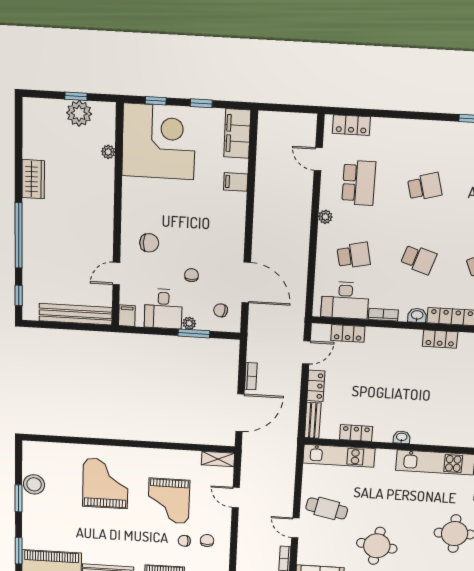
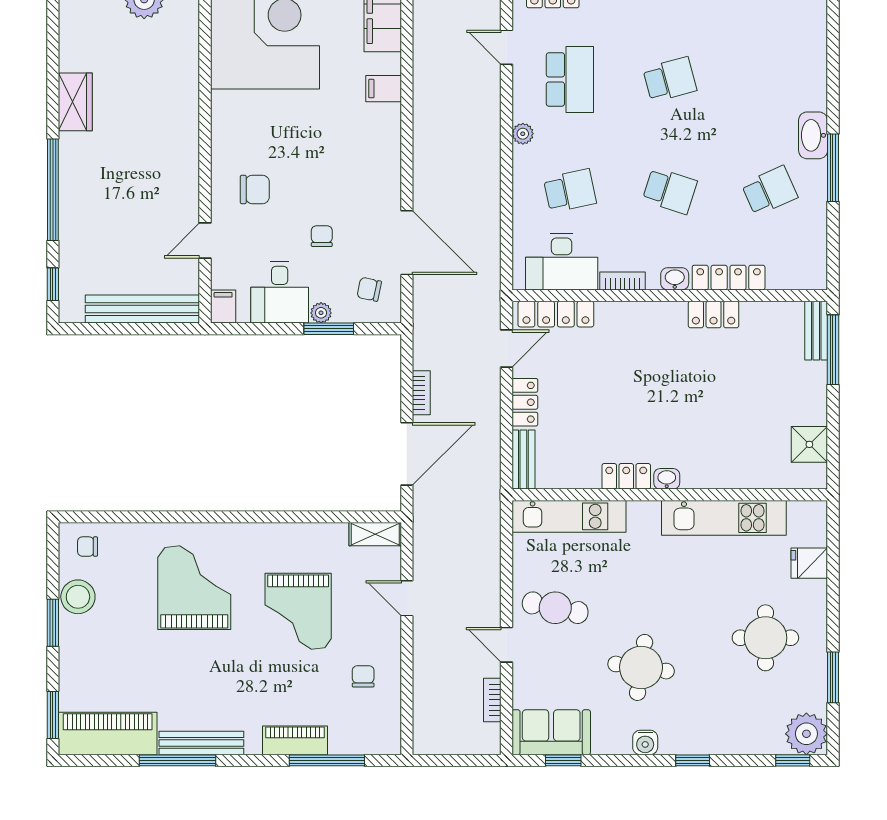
plant: (108, 152) -> (189, 54), removed
locker: (348, 333) -> (556, 314), width x1.53
locker: (356, 433) -> (626, 476), moved
chair: (184, 541) -> (88, 547), moved

